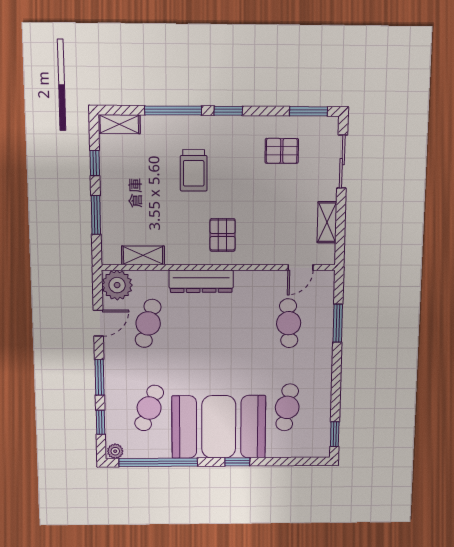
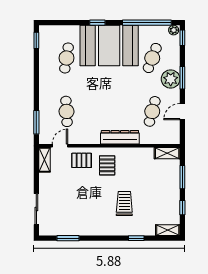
window: (173, 110) -> (136, 238), width x0.46
window: (228, 111) -> (104, 238), removed
window: (308, 111) -> (68, 238), moved
pallet: (282, 151) -> (82, 160), moved
shelving: (327, 222) -> (44, 160), moved
shelving: (143, 255) -> (167, 153), moved
plant: (117, 285) -> (171, 79), moved
window: (338, 323) -> (36, 122), moved
window: (100, 422) -> (182, 38), moved

